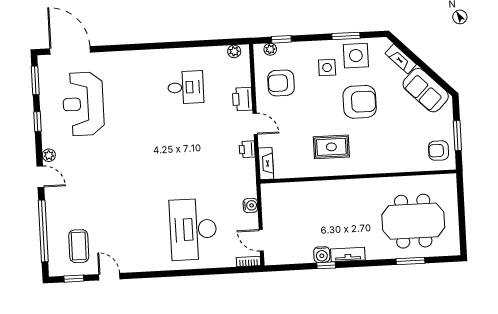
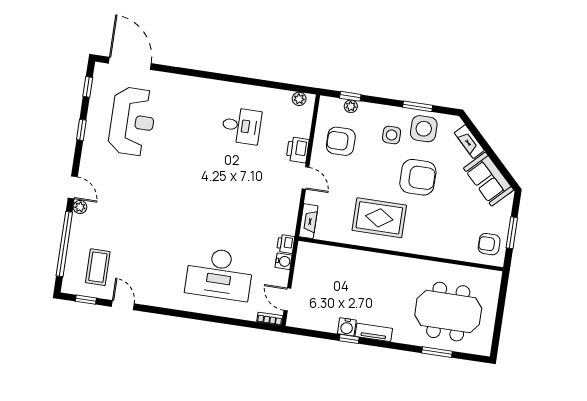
plant: (270, 49) -> (351, 106), moved
window: (35, 80) -> (88, 87), width x0.67
reception desk: (83, 104) -> (132, 121), turned 180
rug: (331, 147) -> (379, 218), width x1.36, depth x1.43
printer: (247, 149) -> (286, 244), moved
plant: (49, 155) -> (80, 207), moved
desk: (193, 229) -> (219, 274), turned -90

